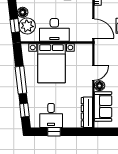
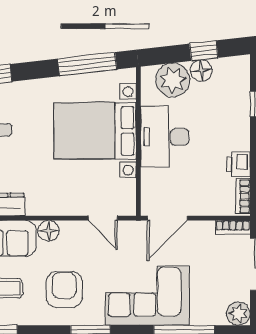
window: (15, 26) -> (204, 51), moved
door: (93, 73) -> (103, 218), moved
window: (21, 80) -> (87, 64), moved

